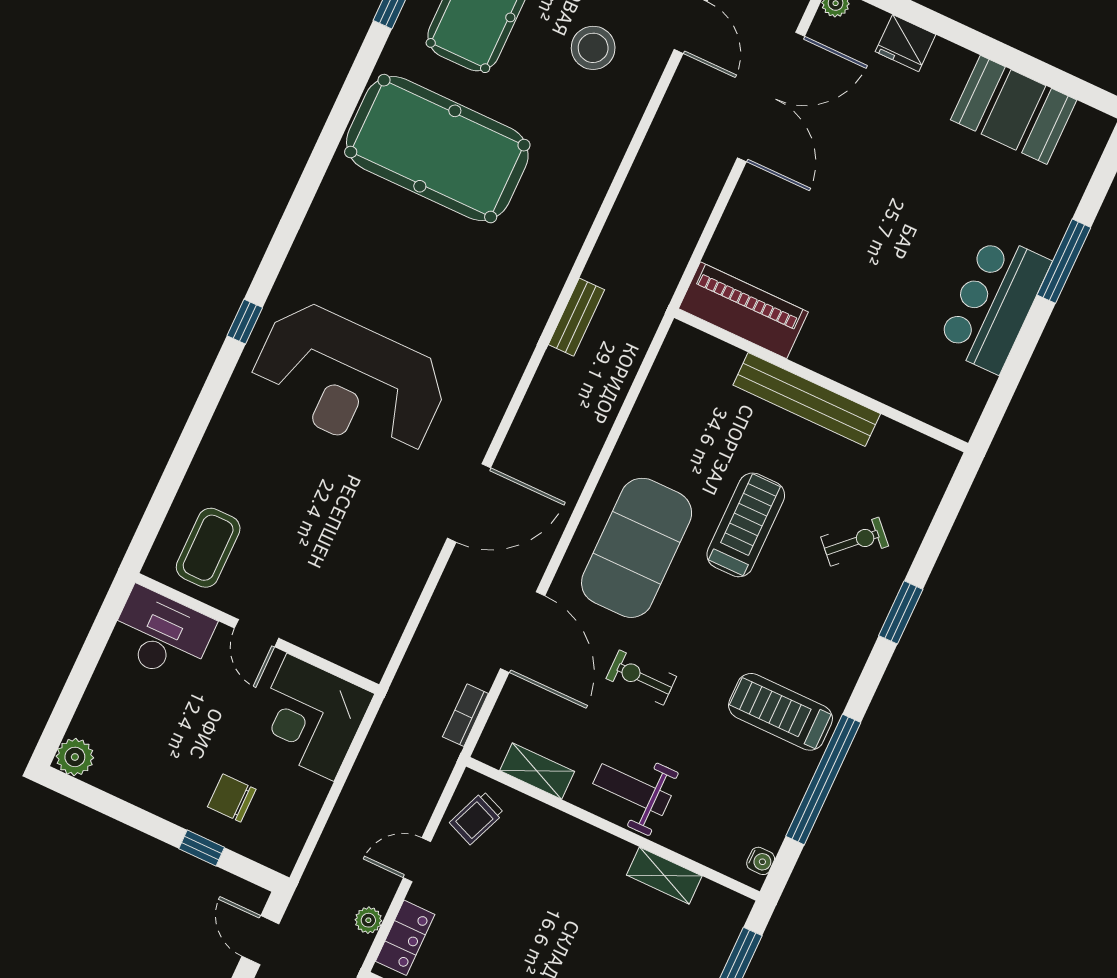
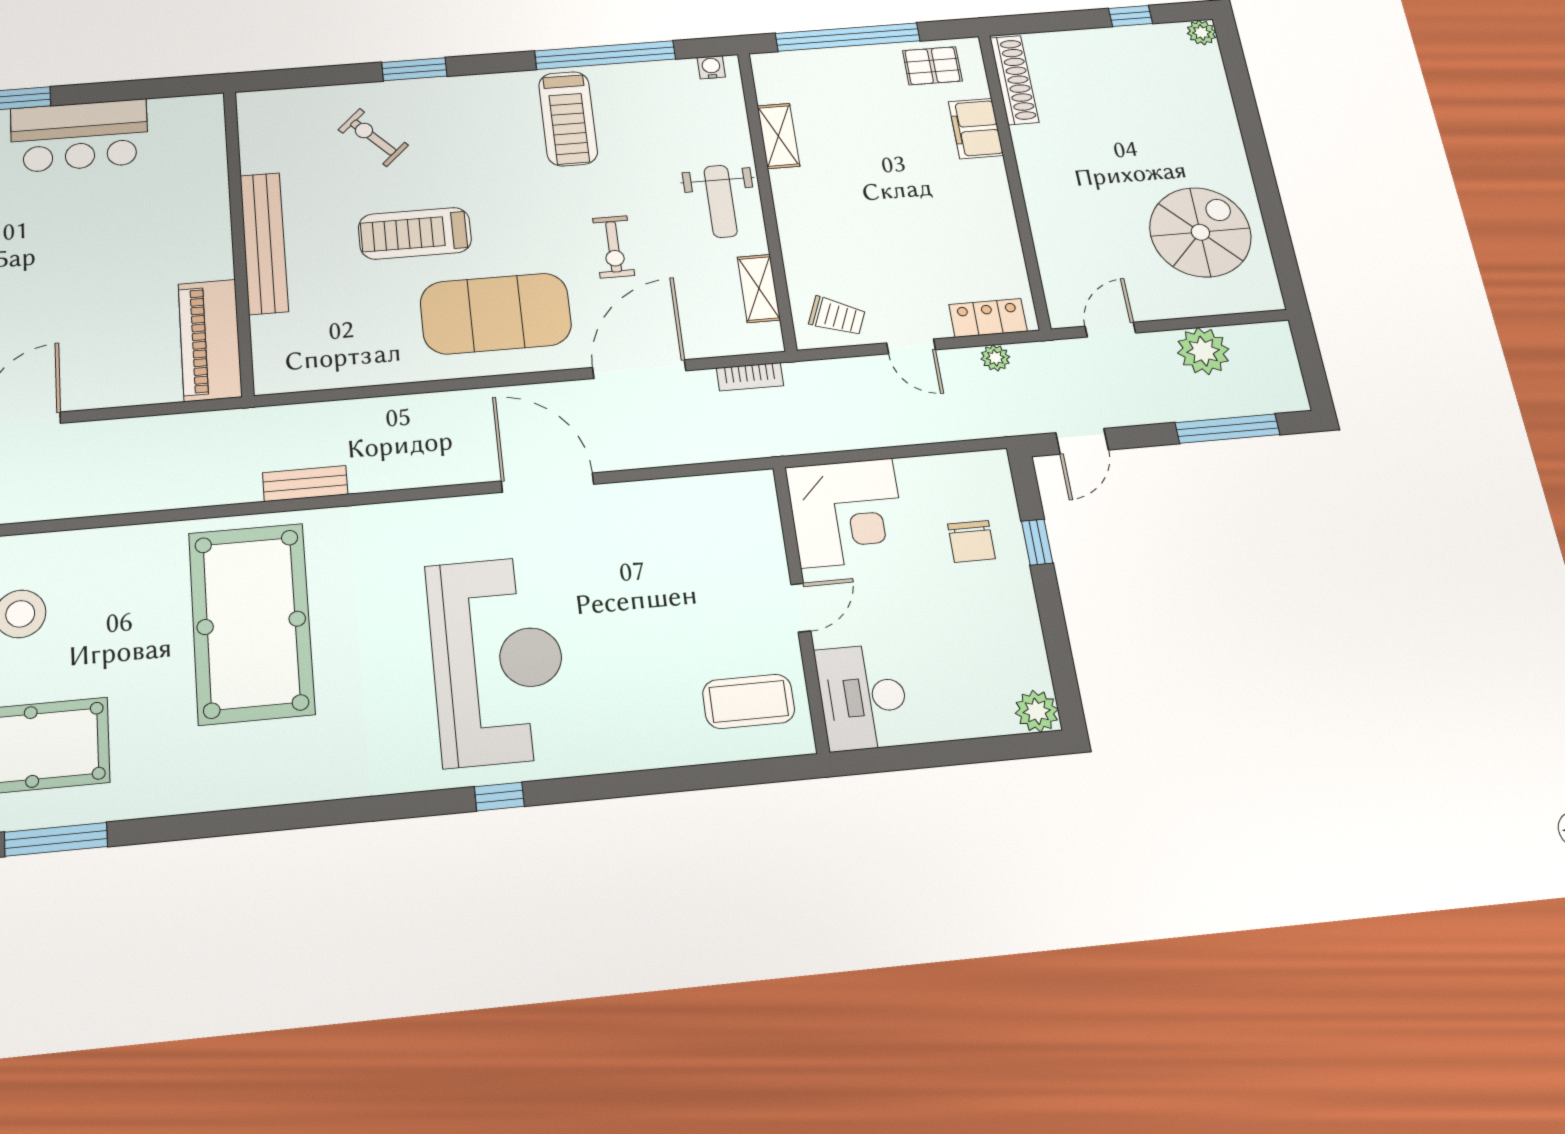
pool table: (437, 149) -> (251, 623), moved

